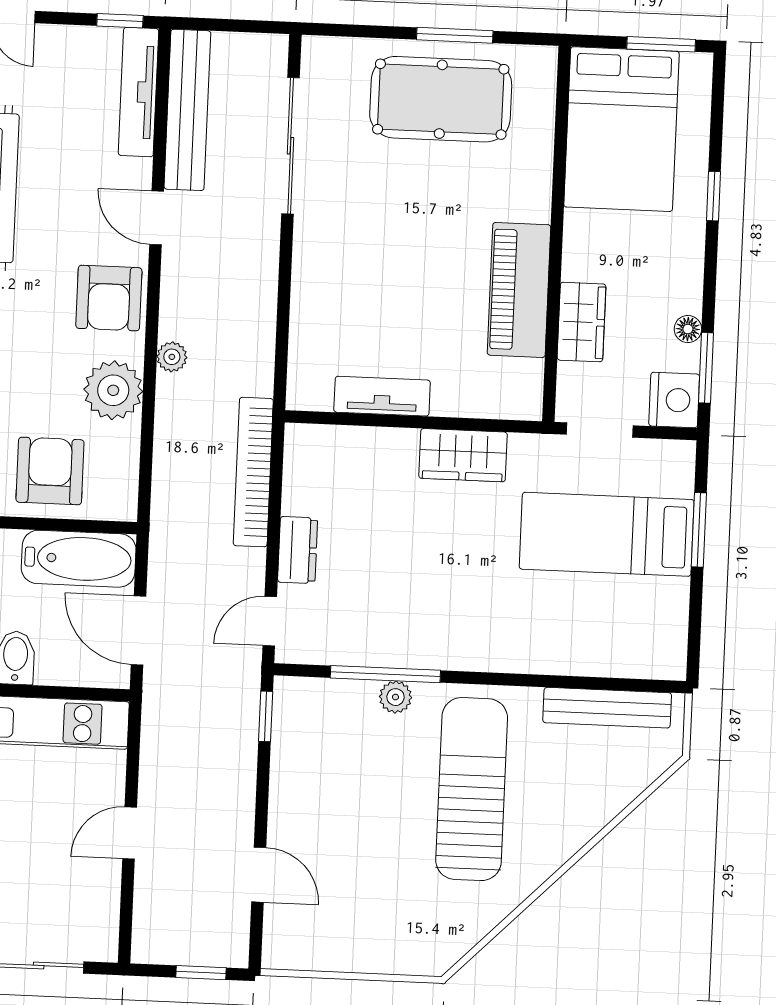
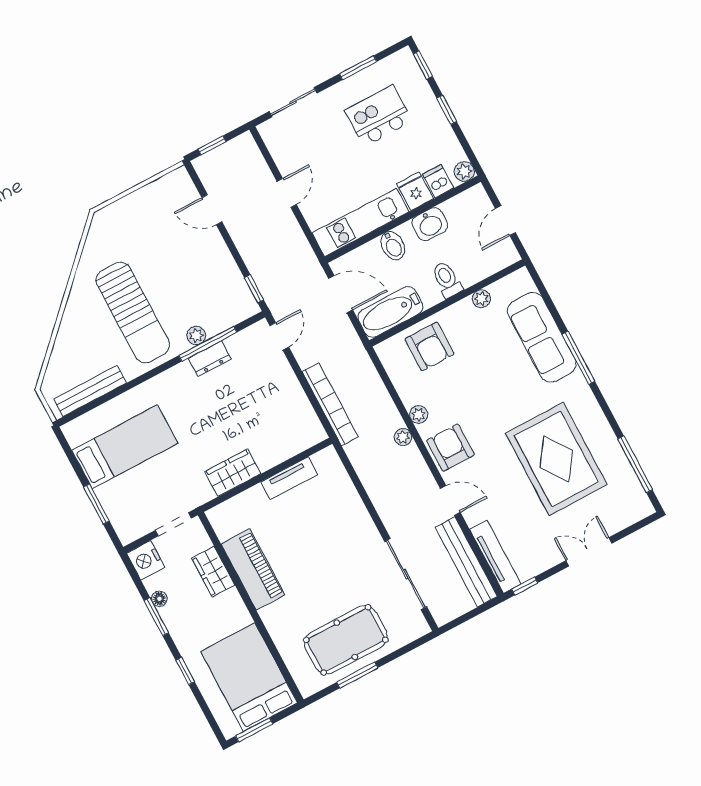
window: (706, 368) -> (156, 617), moved
plant: (113, 390) -> (419, 415), width x0.53, depth x0.53
bed: (607, 534) -> (125, 447), moved
dresser: (298, 550) -> (210, 359), moved, turned -90

